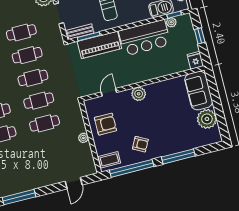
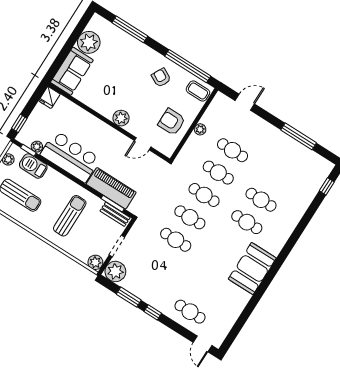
cafe table: (21, 32) -> (232, 150), moved
window: (200, 36) -> (19, 123), moved
window: (178, 156) -> (130, 29), moved

